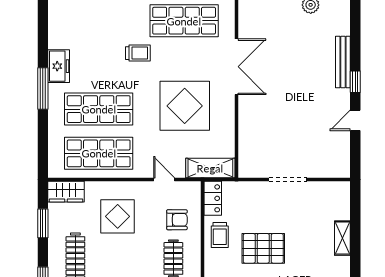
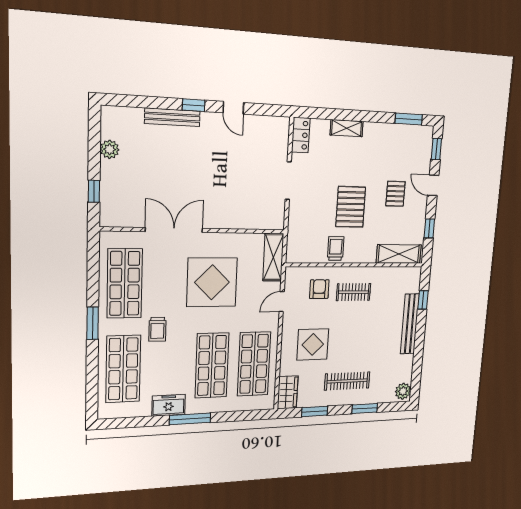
shop shelf: (99, 21) -> (123, 369), added
trolley: (138, 53) -> (157, 329), turned 180
locker: (213, 198) -> (301, 135), moved, turned 90
trolley: (220, 235) -> (336, 248), turned -90

